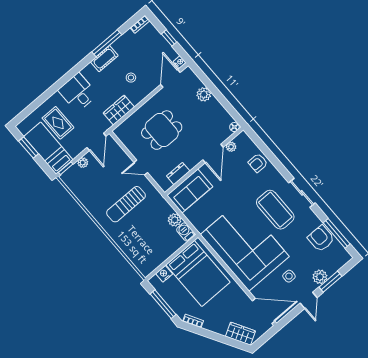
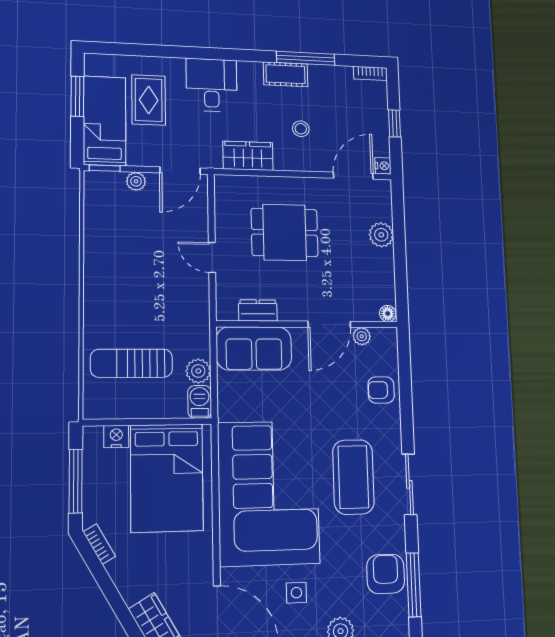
sun lounger: (126, 204) -> (132, 363), moved

